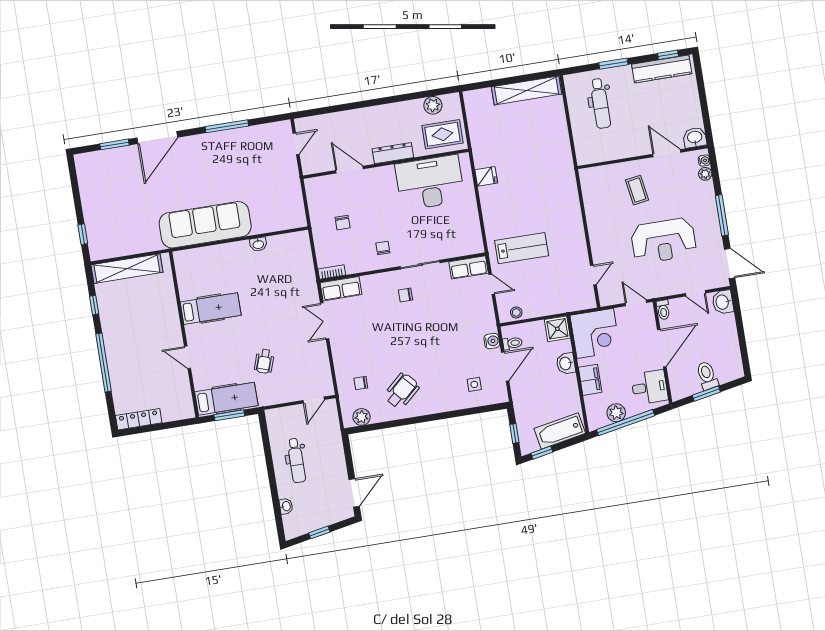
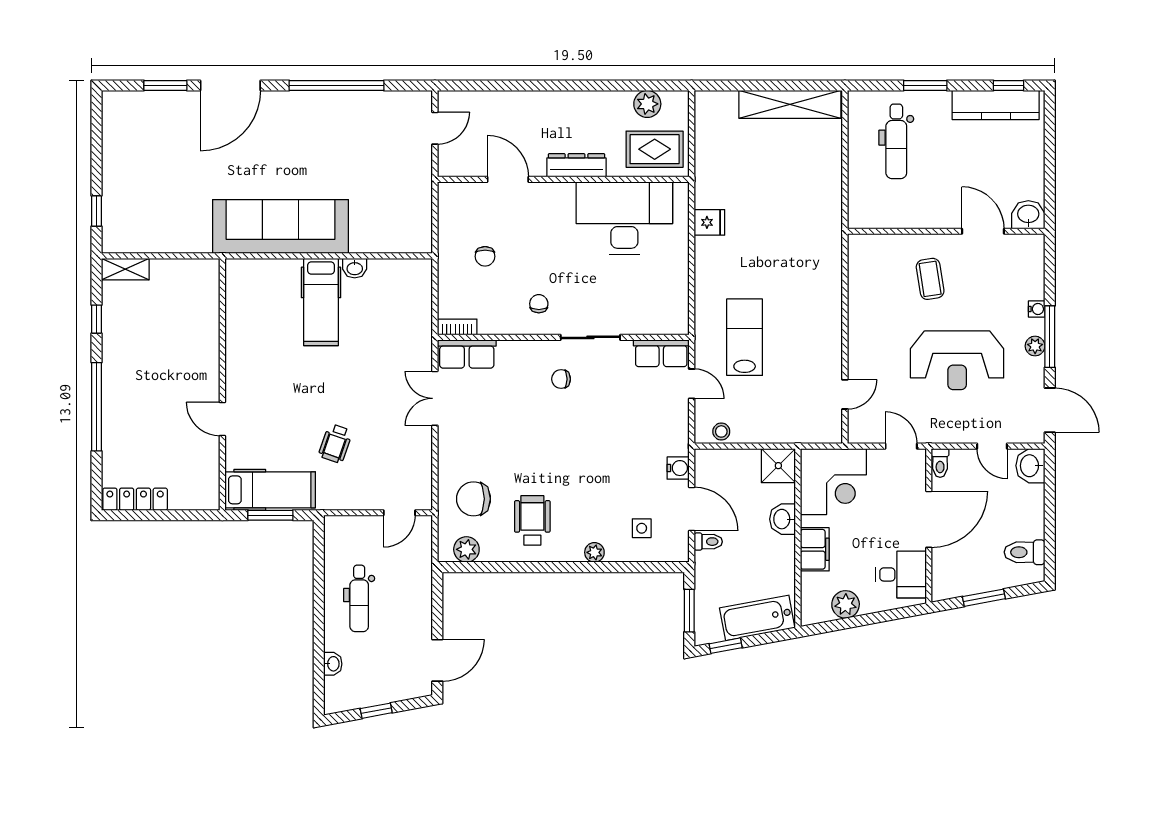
window: (227, 126) -> (336, 86), width x1.46
water cooler: (704, 161) -> (1037, 309), moved
plant: (705, 174) -> (1035, 346), moved
lab bench: (522, 248) -> (745, 337), turned -90
shelving: (127, 269) -> (125, 269), width x0.45, depth x0.75
hospital bed: (211, 309) -> (321, 302), moved, turned 90
toilet: (512, 343) -> (708, 542), moved
door: (505, 367) -> (692, 509), hinge flipped
toilet: (707, 376) -> (1025, 552), moved, turned -79
chair: (361, 383) -> (473, 499), width x1.87, depth x1.87
wheelchair: (402, 391) -> (532, 520), turned -48
plant: (446, 405) -> (594, 552), added
window: (626, 423) -> (857, 621), removed
window: (514, 433) -> (689, 611), width x1.50

